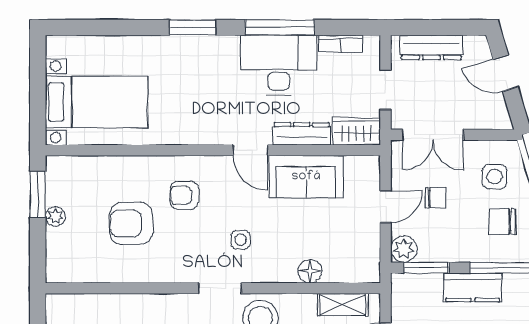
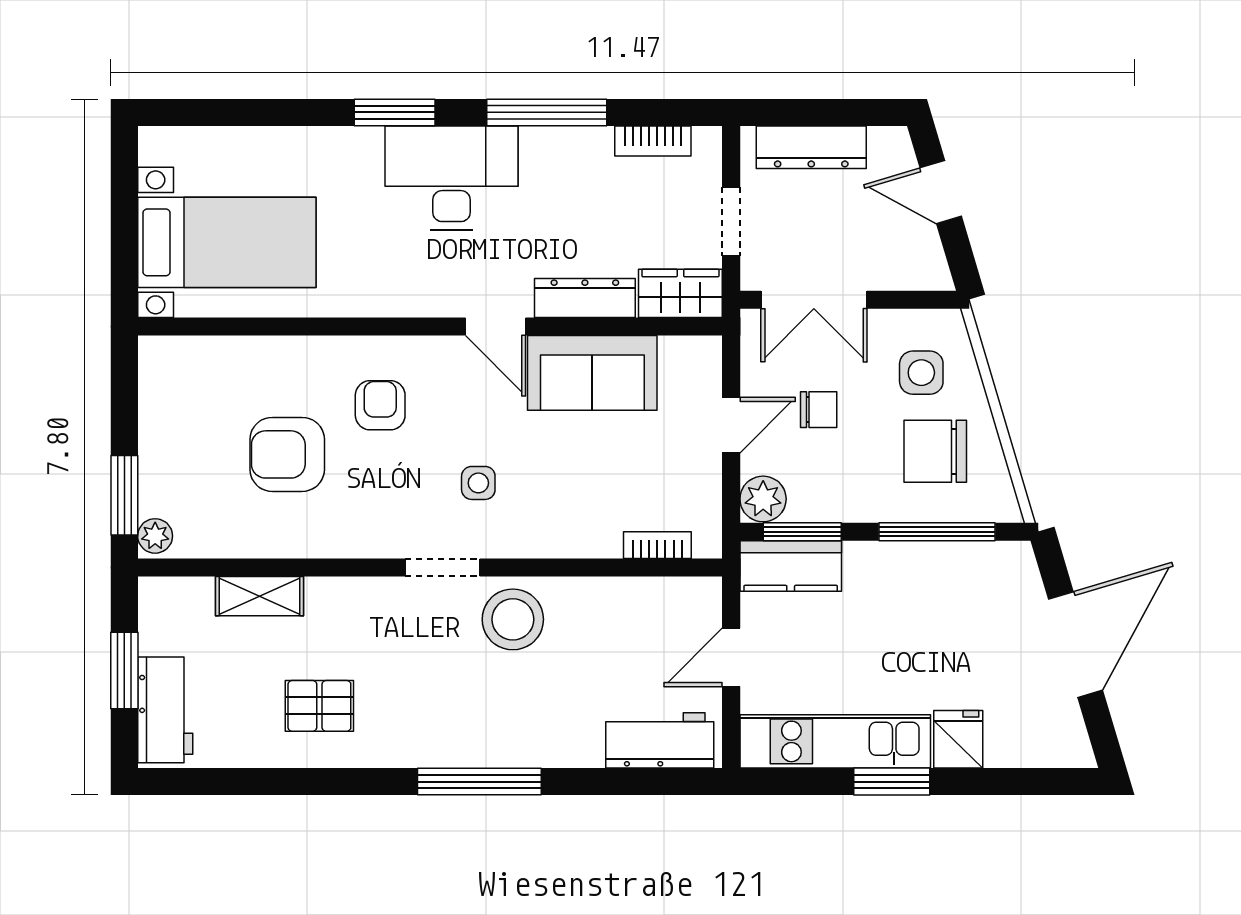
desk: (279, 65) -> (451, 178), moved
window: (38, 194) -> (124, 495), moved
armchair: (184, 195) -> (380, 405), turned 90
plant: (55, 216) -> (155, 536), moved
chair: (502, 222) -> (935, 451), width x1.37, depth x1.37
floor lamp: (310, 271) -> (599, 538), removed
bookcase: (343, 275) -> (657, 545), added
kitchen counter: (473, 287) -> (791, 566), moved
shelving: (343, 305) -> (259, 596), moved

